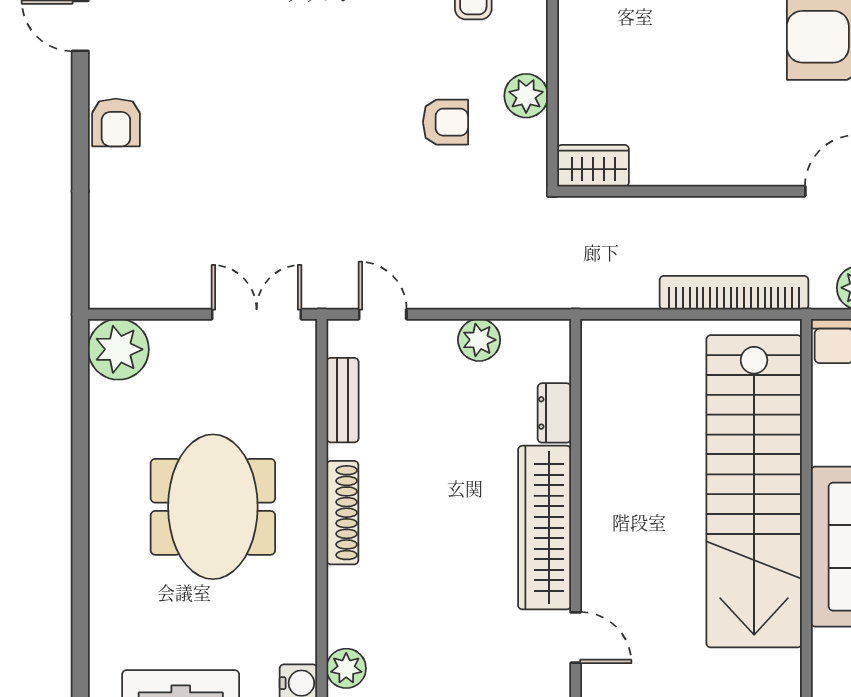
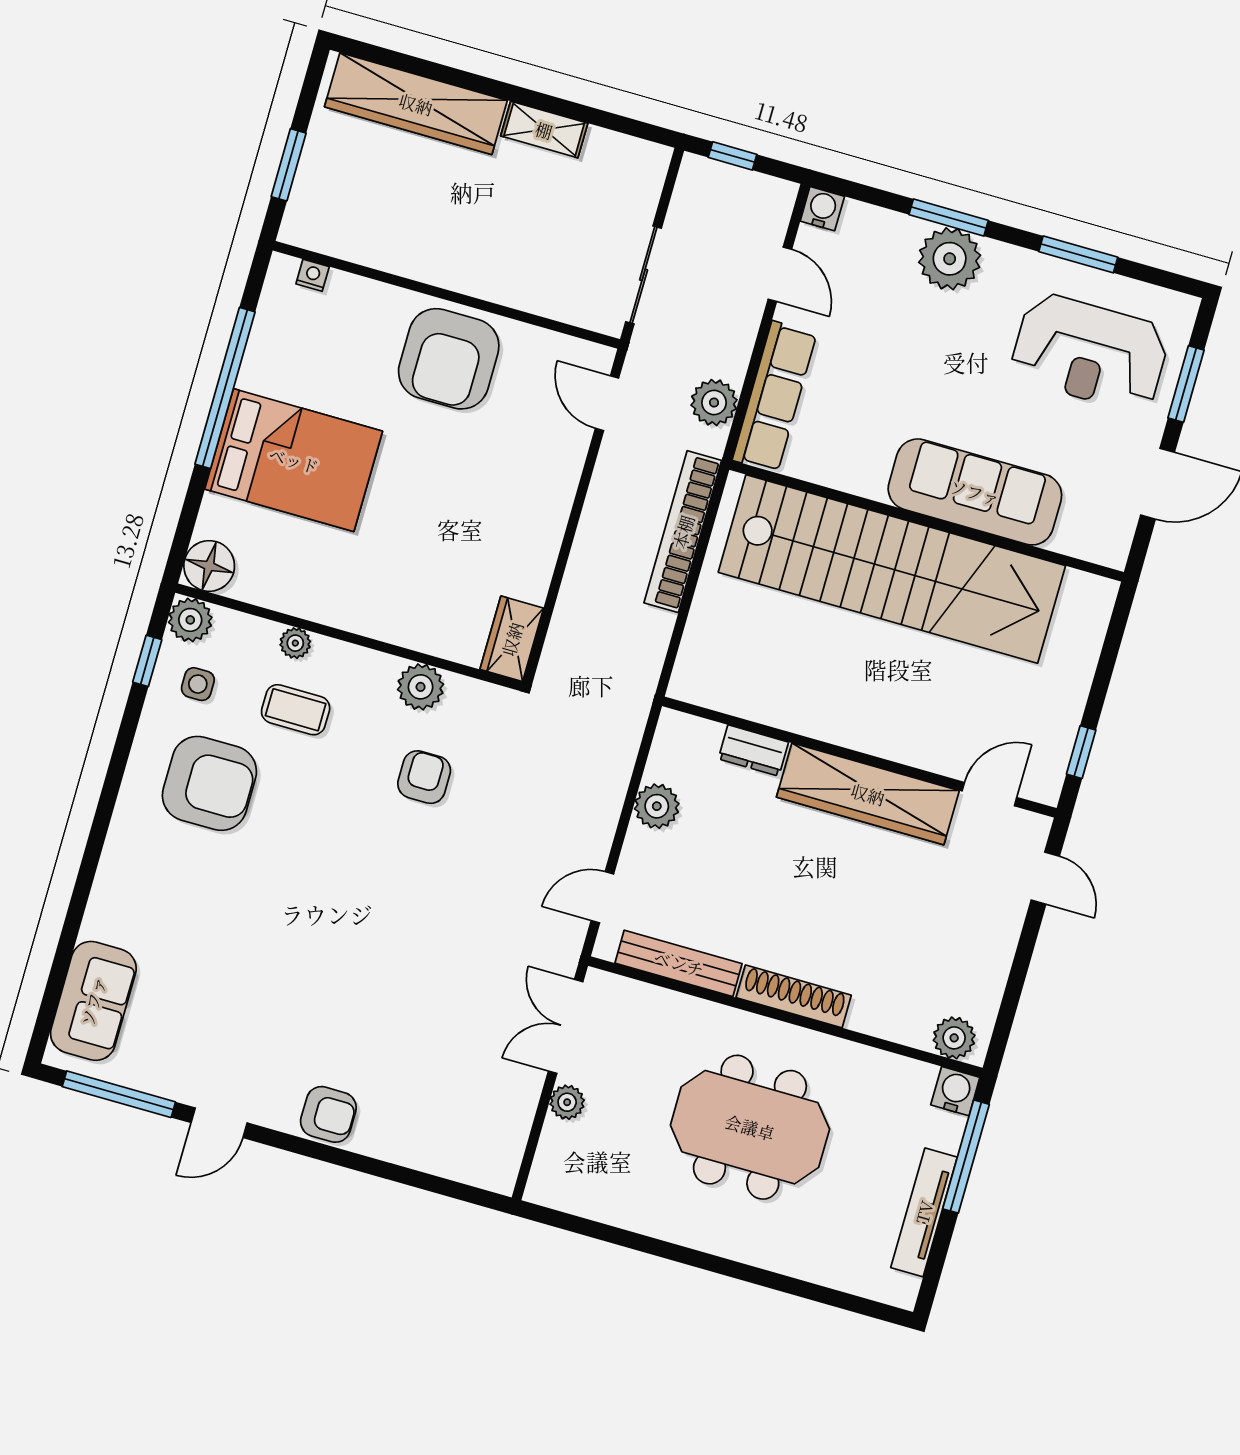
plant: (118, 349) -> (567, 1102), moved, width x0.53, depth x0.53
bench: (343, 400) -> (679, 963), width x1.36

